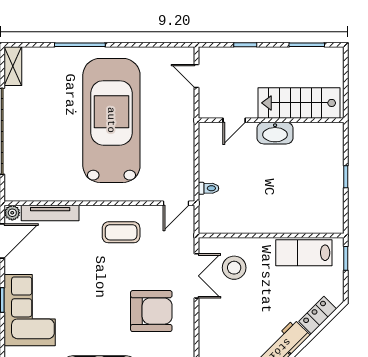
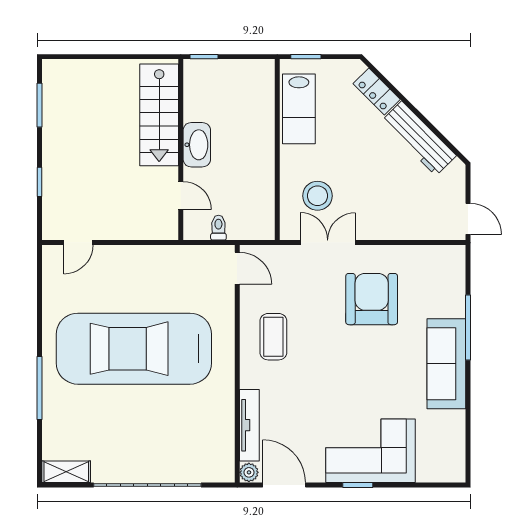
stairs: (299, 103) -> (159, 115), moved
door: (234, 120) -> (181, 196), moved
wall: (271, 120) -> (181, 150), moved
washbasin: (275, 133) -> (197, 145), moved

